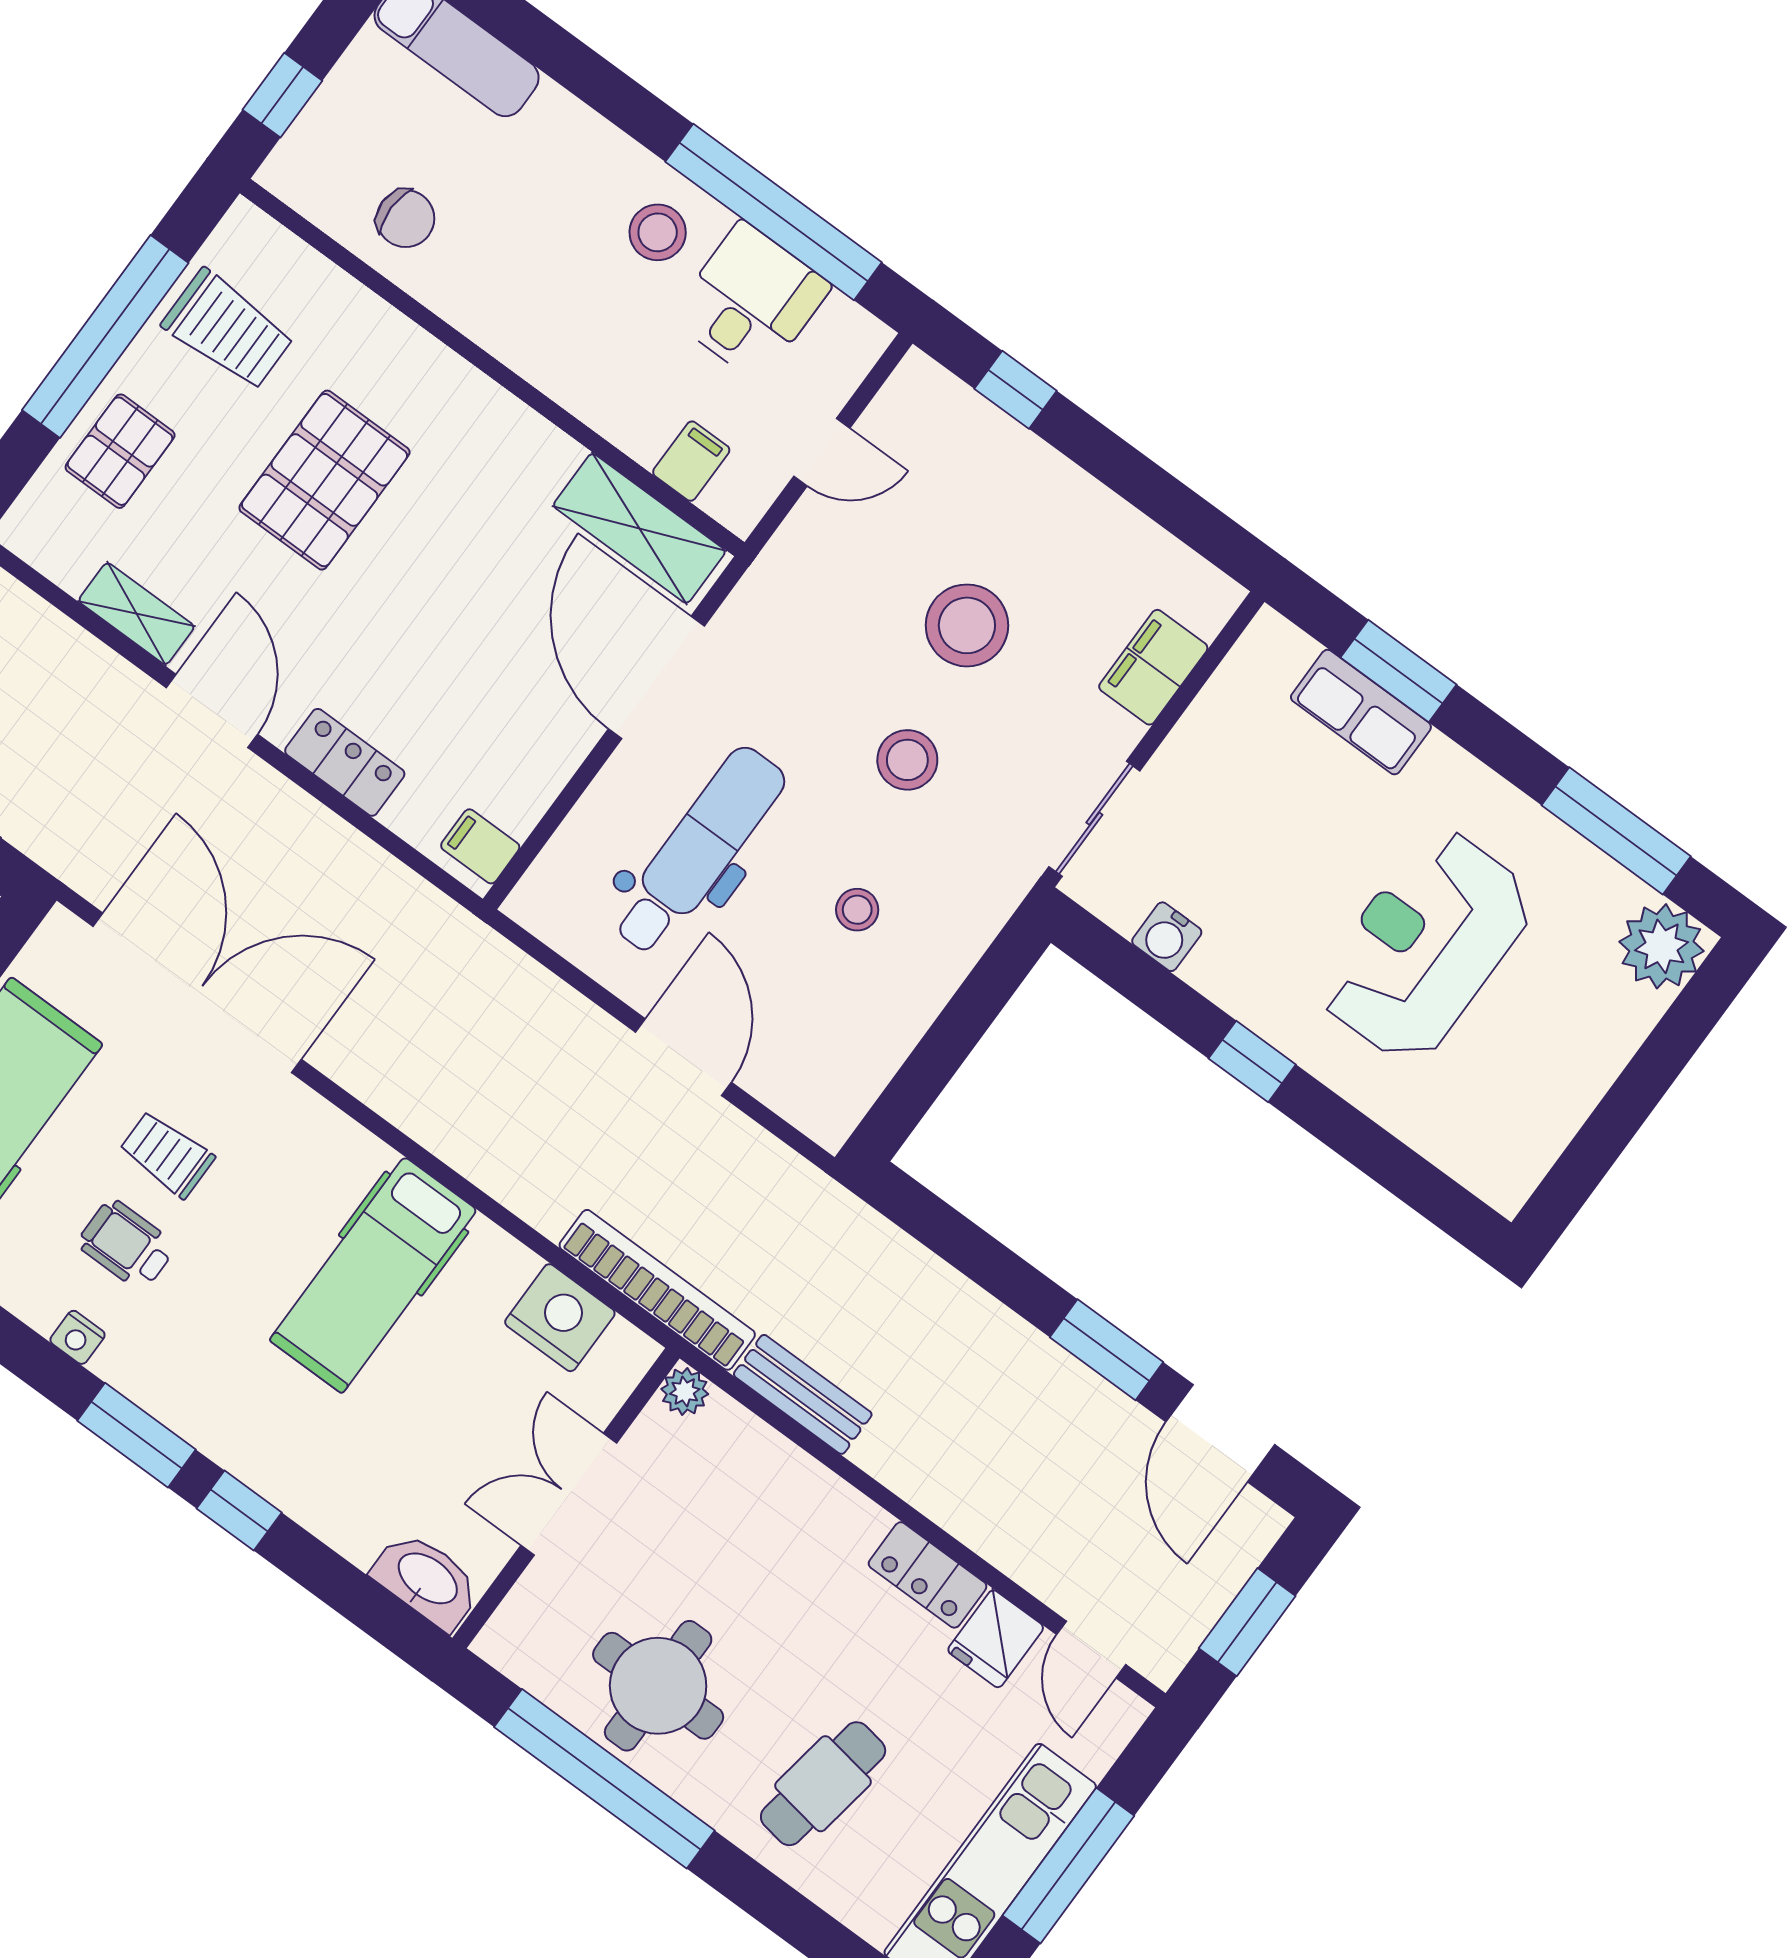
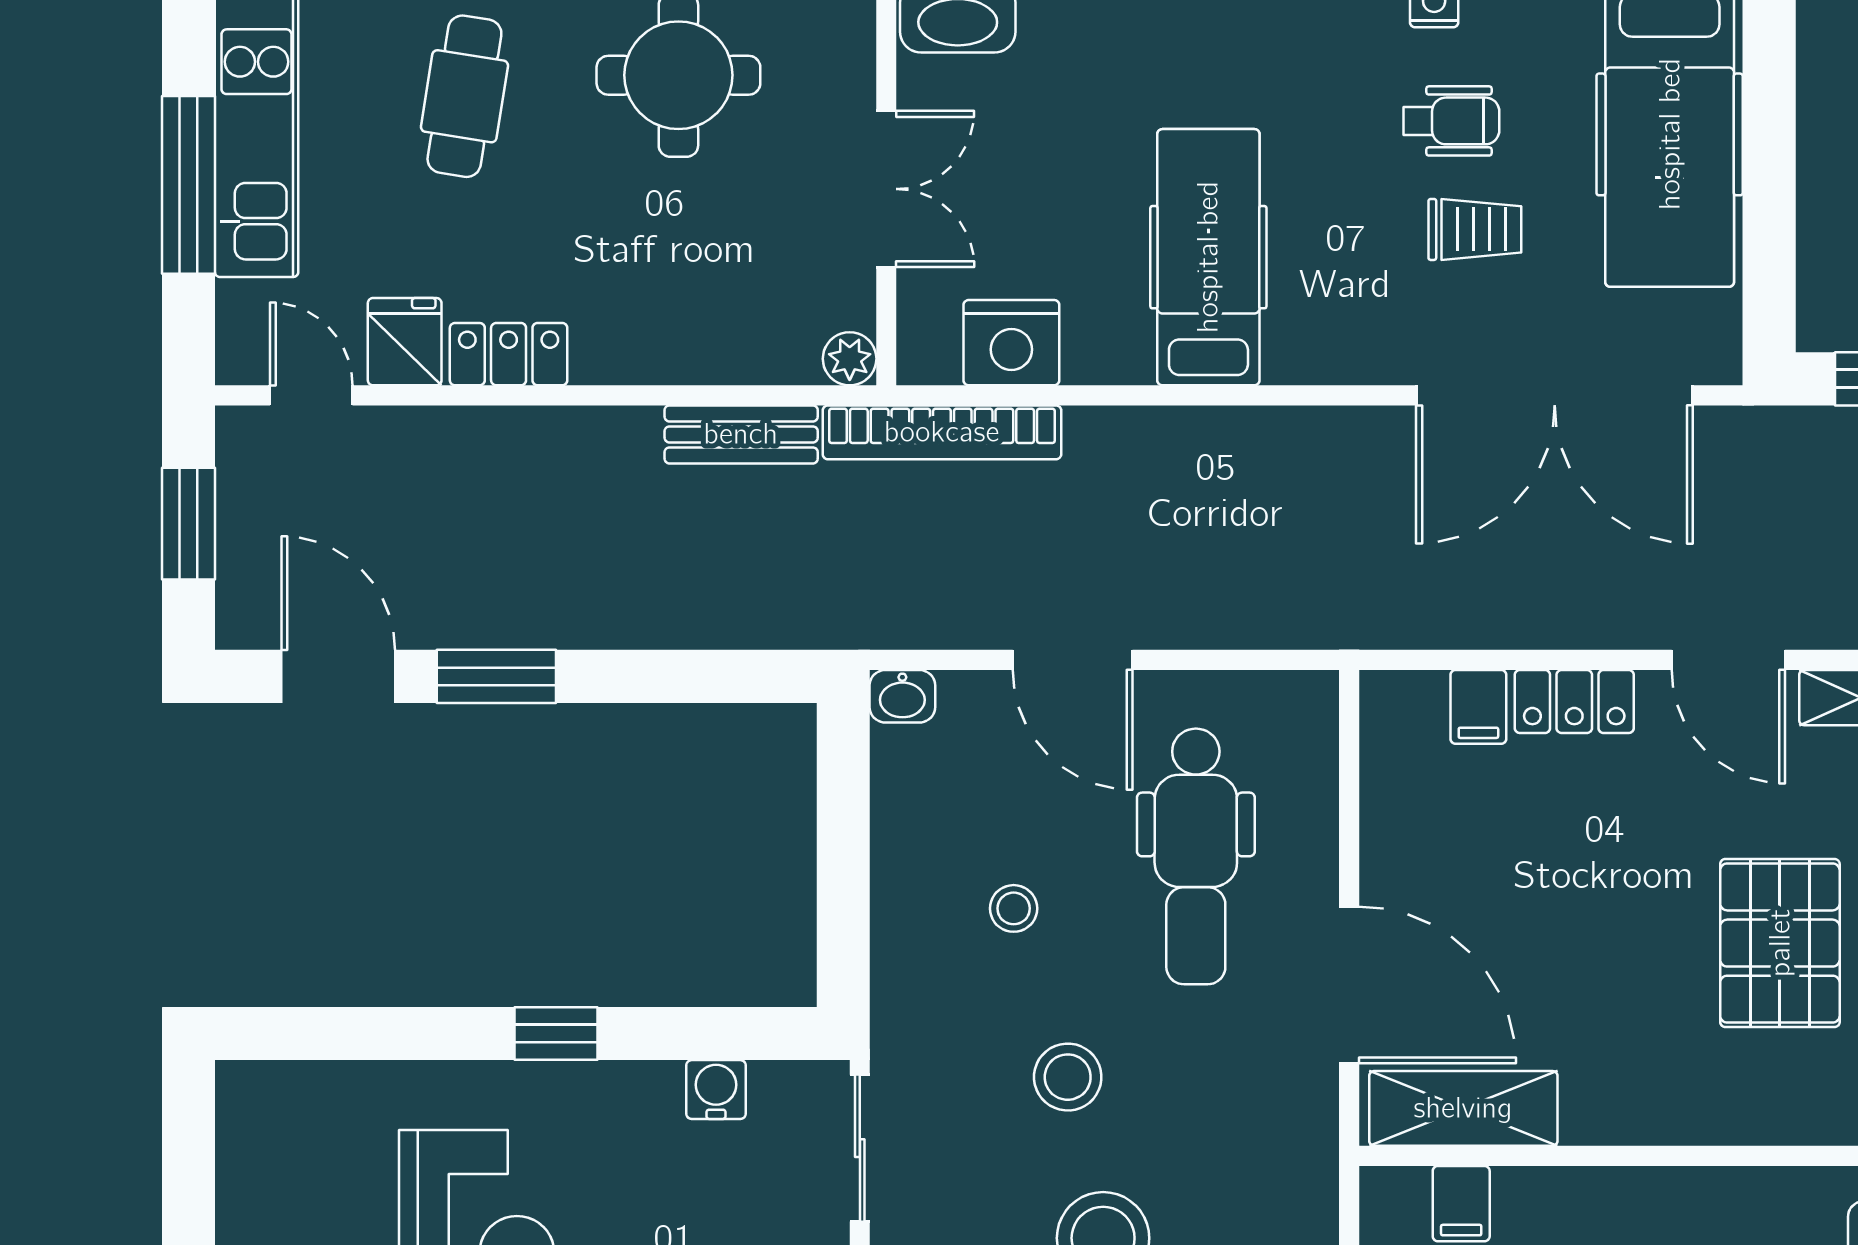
filing cabinet: (480, 846) -> (1478, 707), moved, turned 90
washbasin: (825, 1121) -> (902, 696), added

